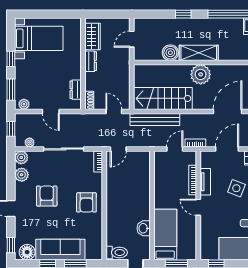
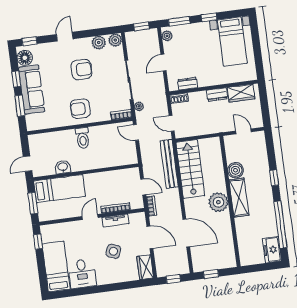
door: (114, 111) -> (172, 123), swing flipped
plant: (30, 142) -> (139, 106), moved
toilet: (117, 252) -> (83, 138), moved

